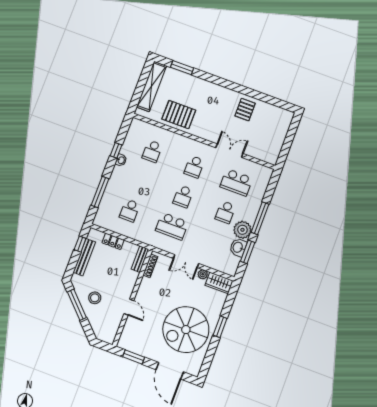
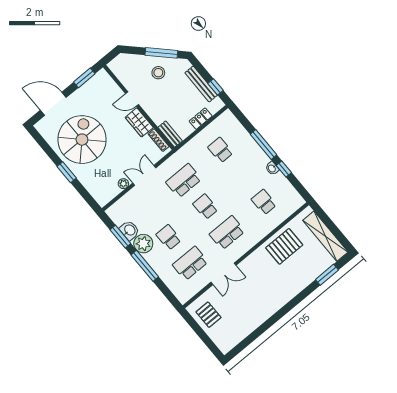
pallet: (245, 110) -> (208, 315), moved
school desk: (194, 167) -> (227, 233), width x1.85
window: (100, 192) -> (263, 145), moved
wardrobe: (219, 283) -> (139, 122), moved, turned -90

